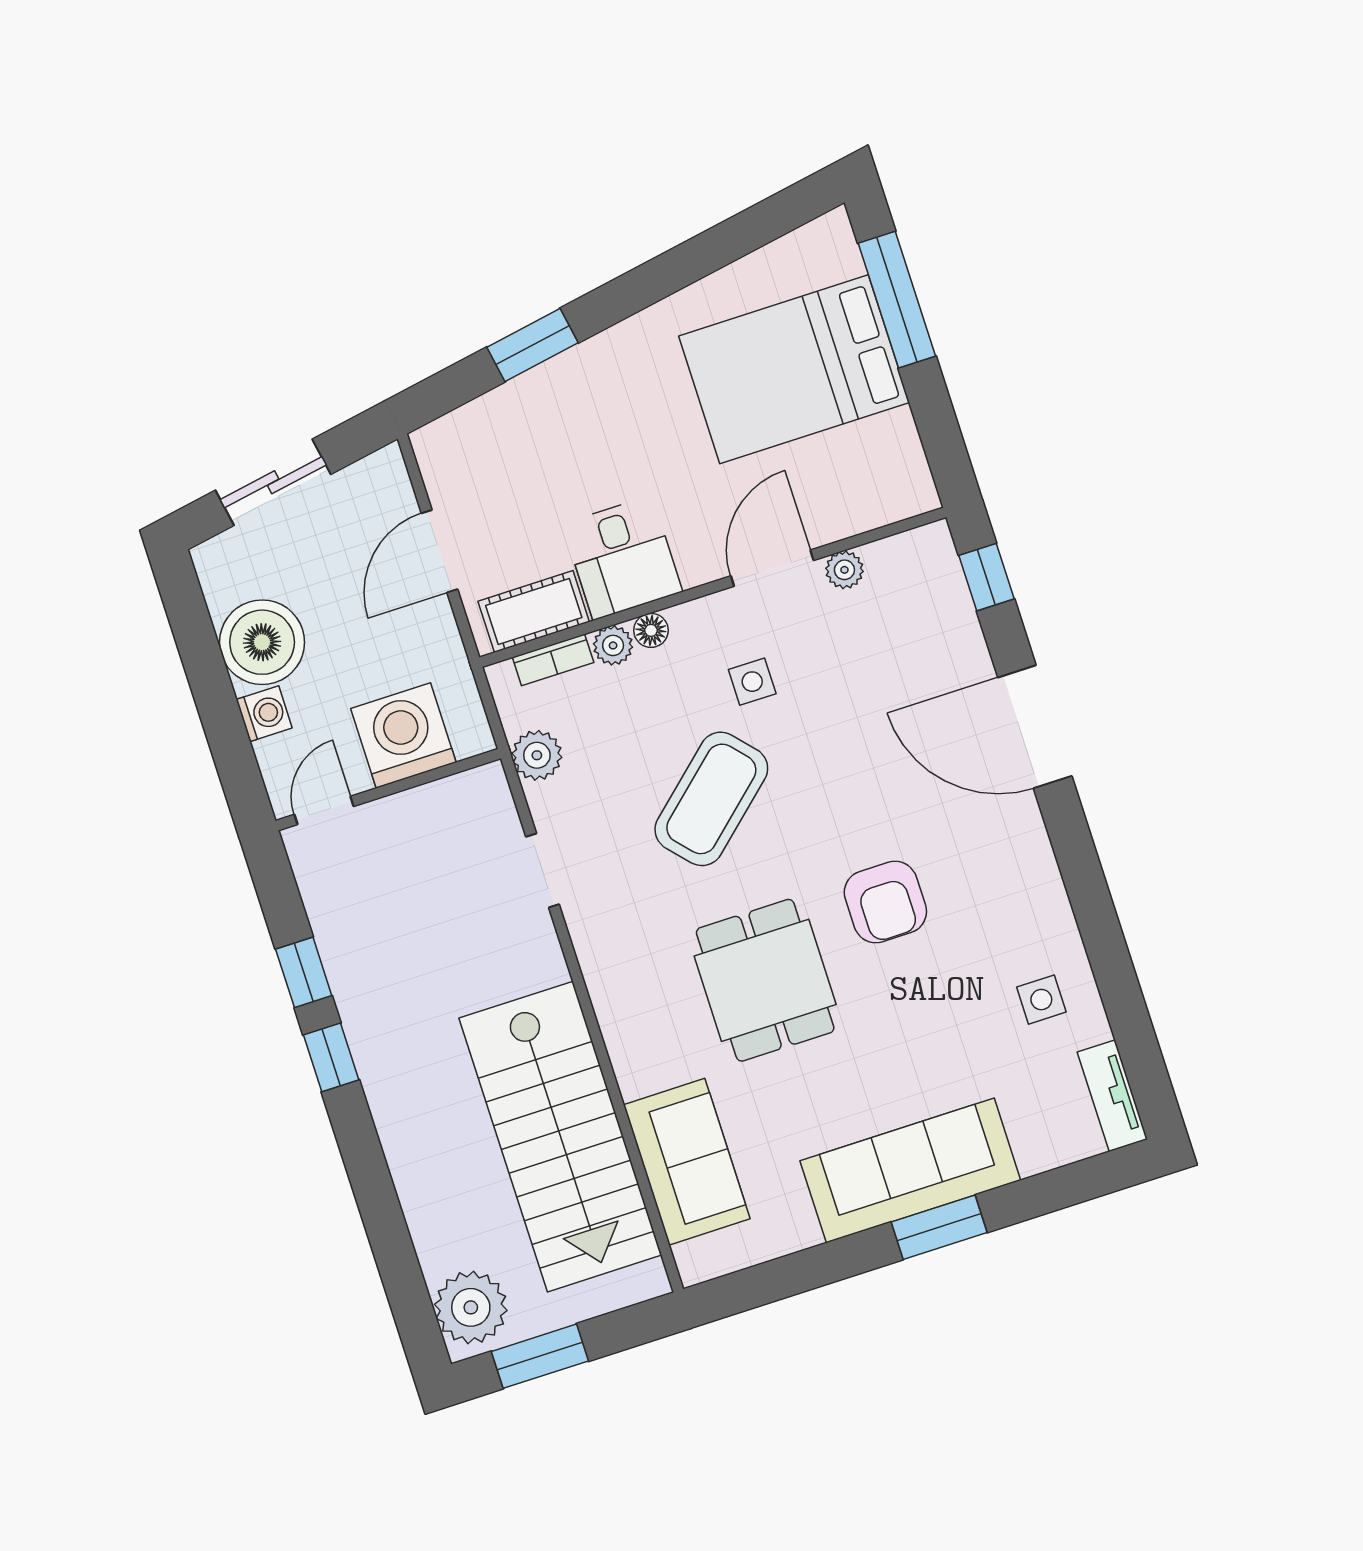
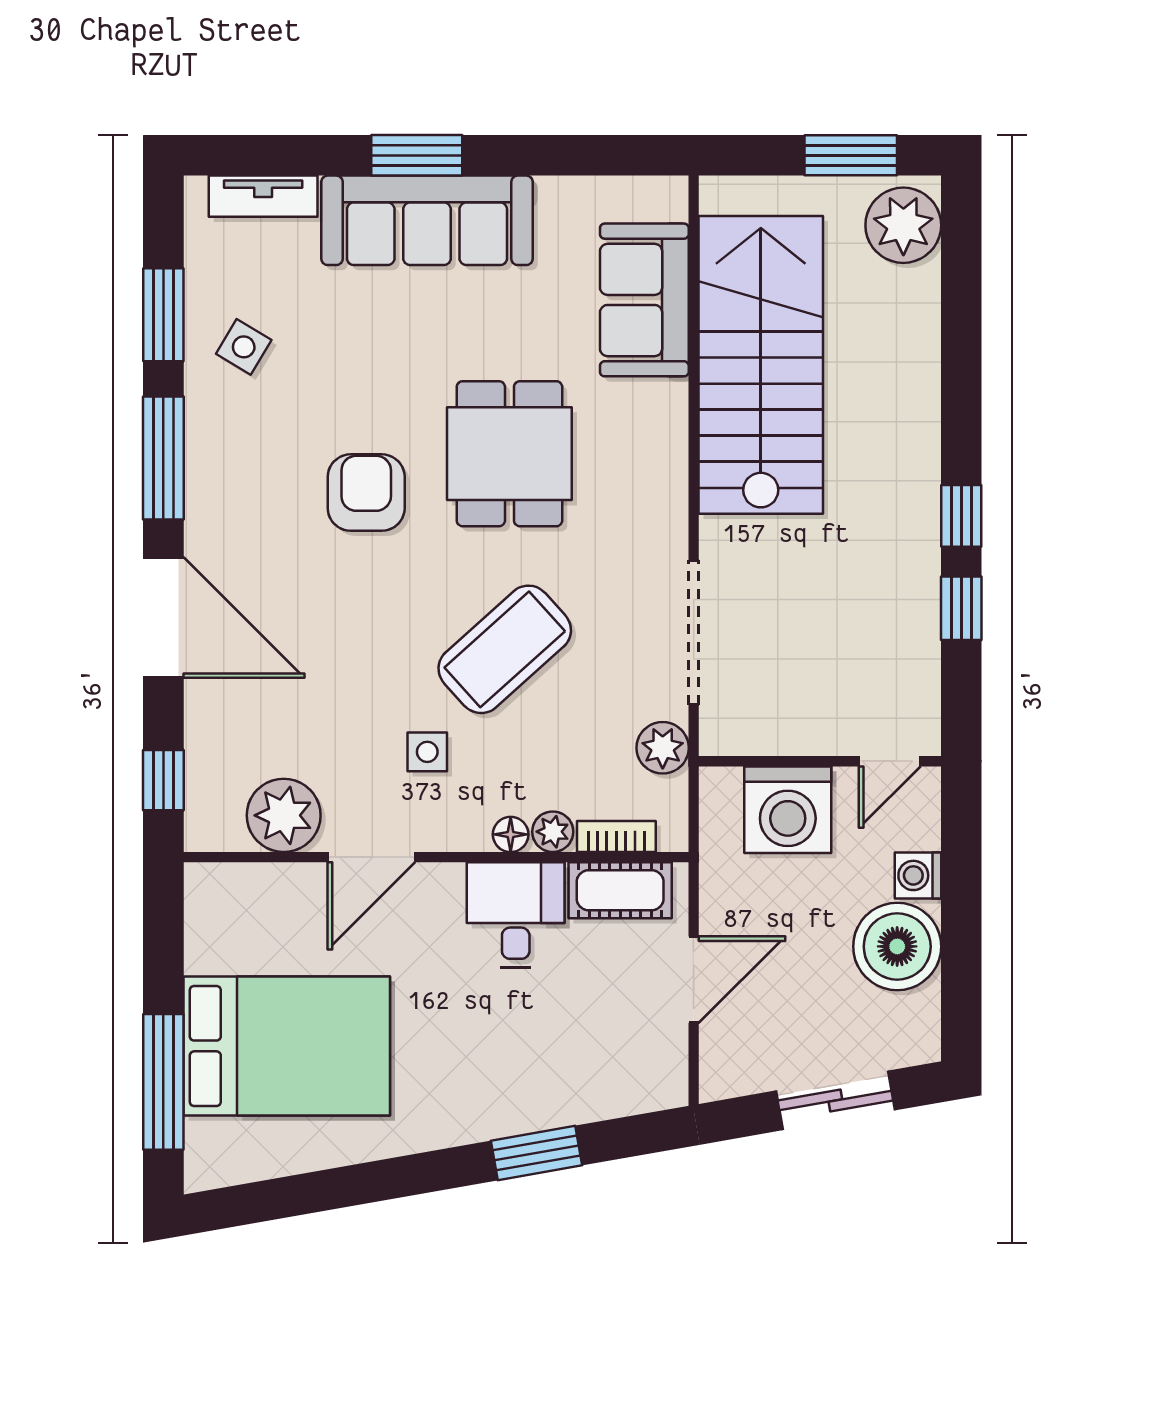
plant: (844, 570) -> (284, 815), width x1.88, depth x1.88
doorway: (543, 871) -> (694, 633), width x1.87
window: (1082, 874) -> (163, 458), added
side table: (1041, 1000) -> (244, 347), turned 31
window: (1125, 1005) -> (163, 315), added
tv unit: (1112, 1096) -> (263, 196), moved, turned 90

